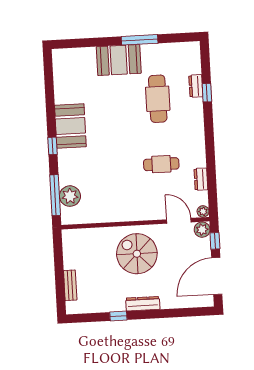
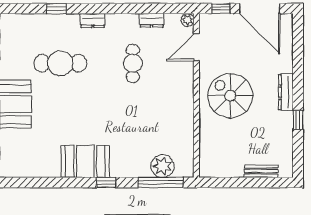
dresser: (196, 86) -> (93, 20), moved
plant: (202, 230) -> (208, 22), removed
spiral stairs: (137, 254) -> (230, 96), turned 90

